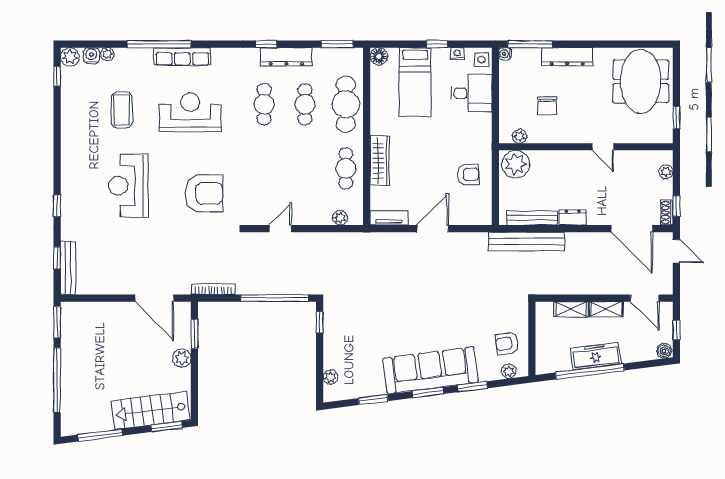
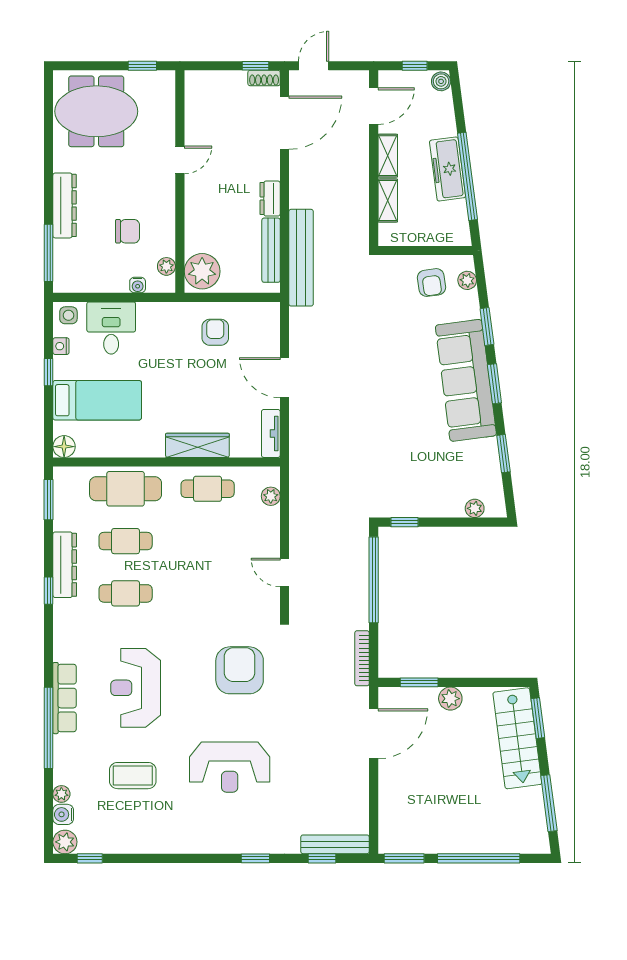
water cooler: (505, 54) -> (138, 285), moved
plant: (666, 172) -> (212, 79), removed

